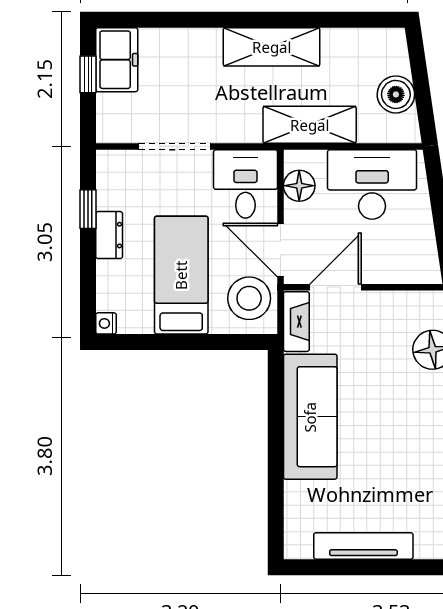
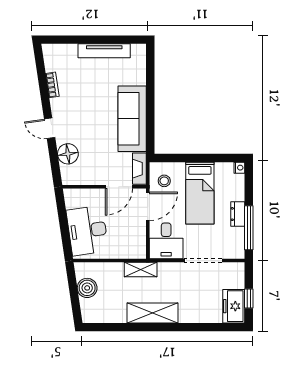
shelving: (310, 125) -> (141, 270), width x0.67, depth x0.75
desk: (372, 184) -> (87, 231), moved, turned 82
floor lamp: (299, 186) -> (138, 240), removed
window: (88, 209) -> (249, 228), width x2.17
door: (280, 250) -> (148, 206), hinge flipped
stool: (249, 298) -> (164, 181), width x0.53, depth x0.53

